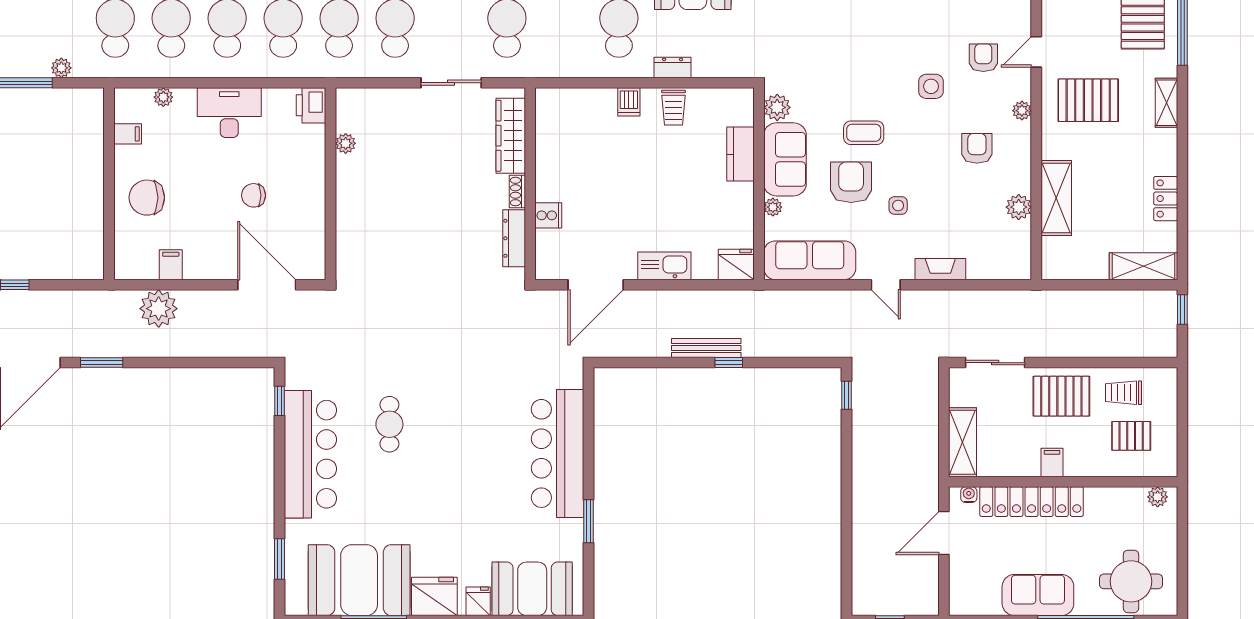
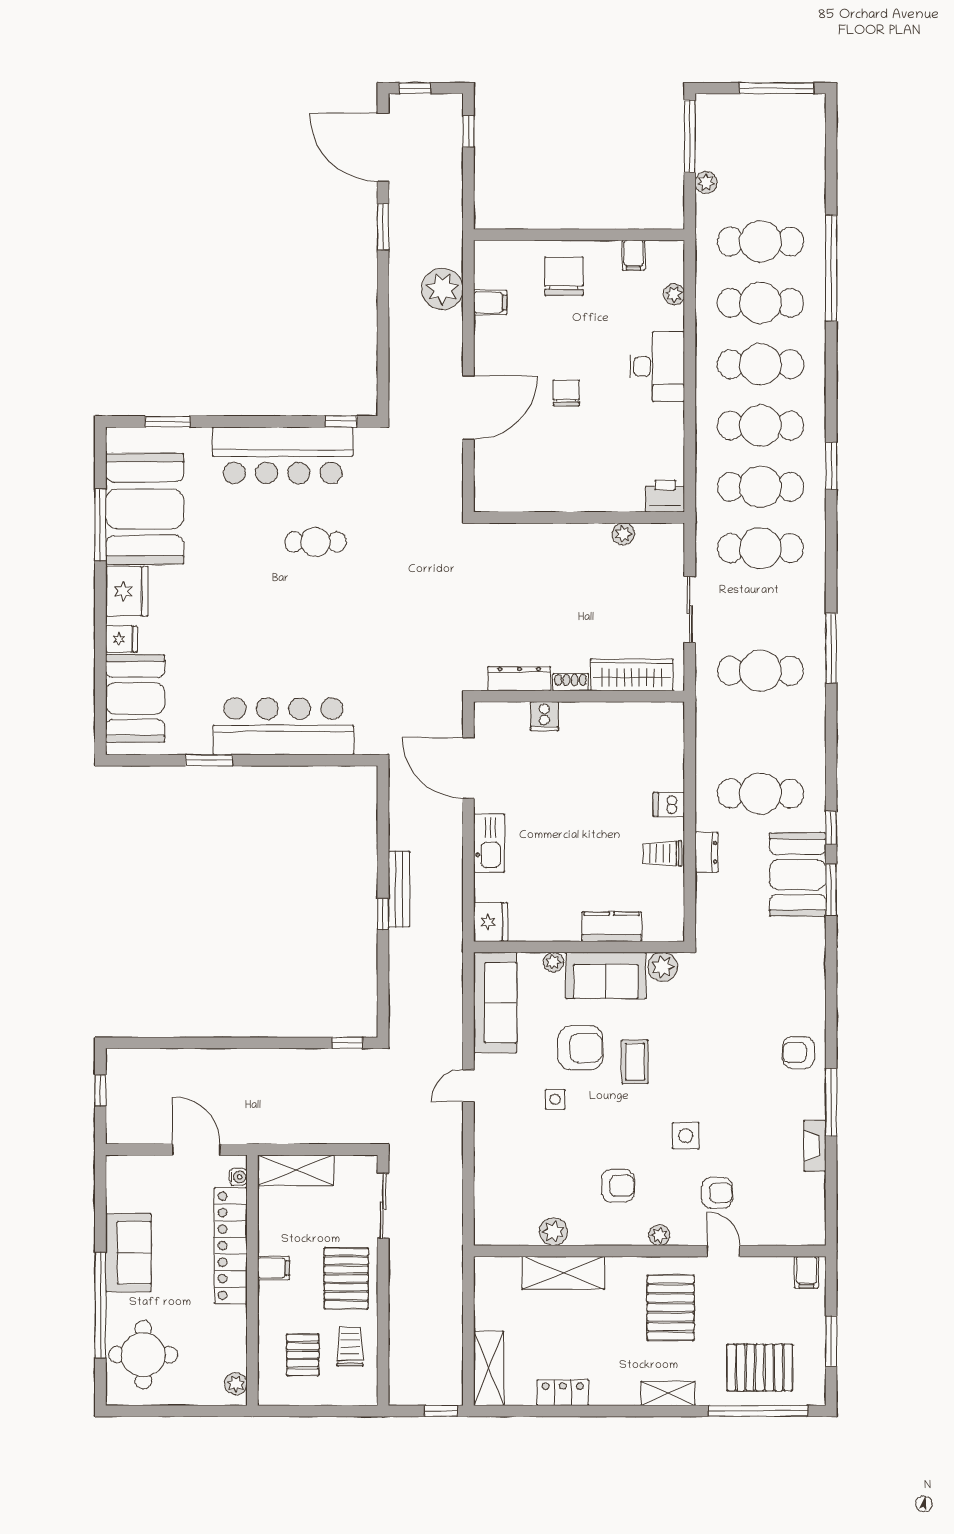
printer: (311, 105) -> (665, 496), moved
plant: (346, 143) -> (623, 534), moved
wall: (331, 184) -> (579, 518), moved
fireplace: (940, 269) -> (486, 1146), removed

